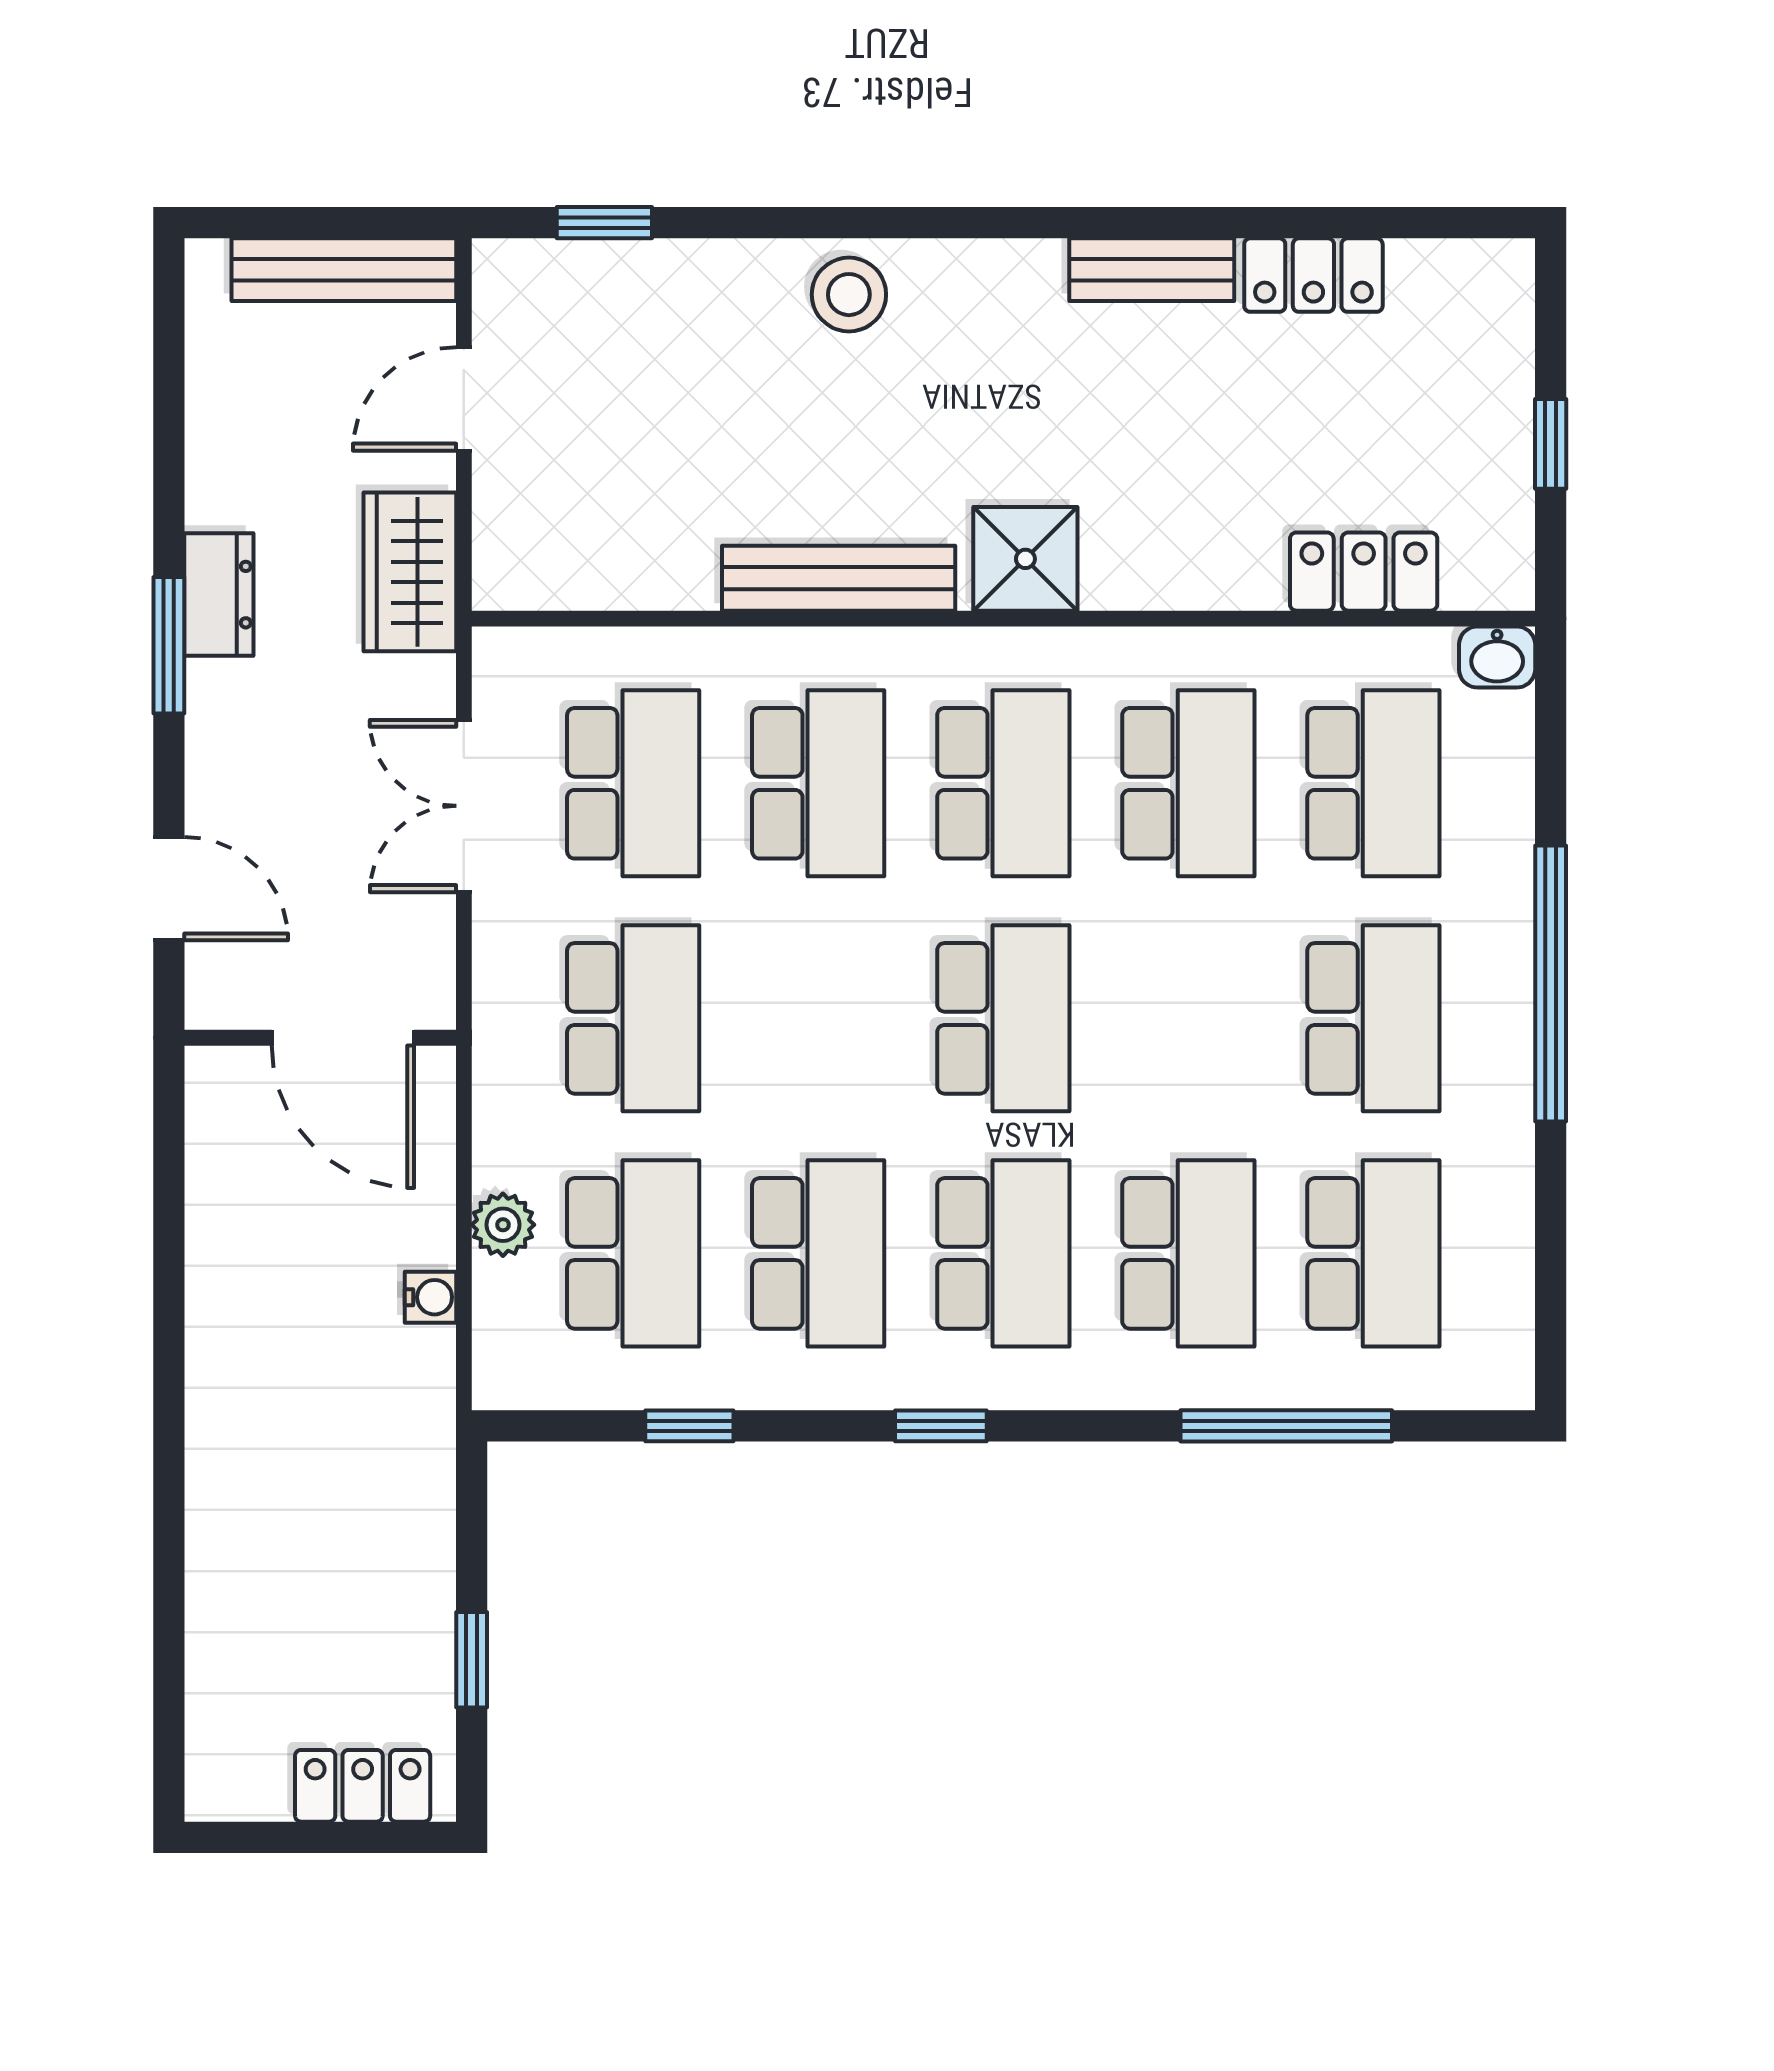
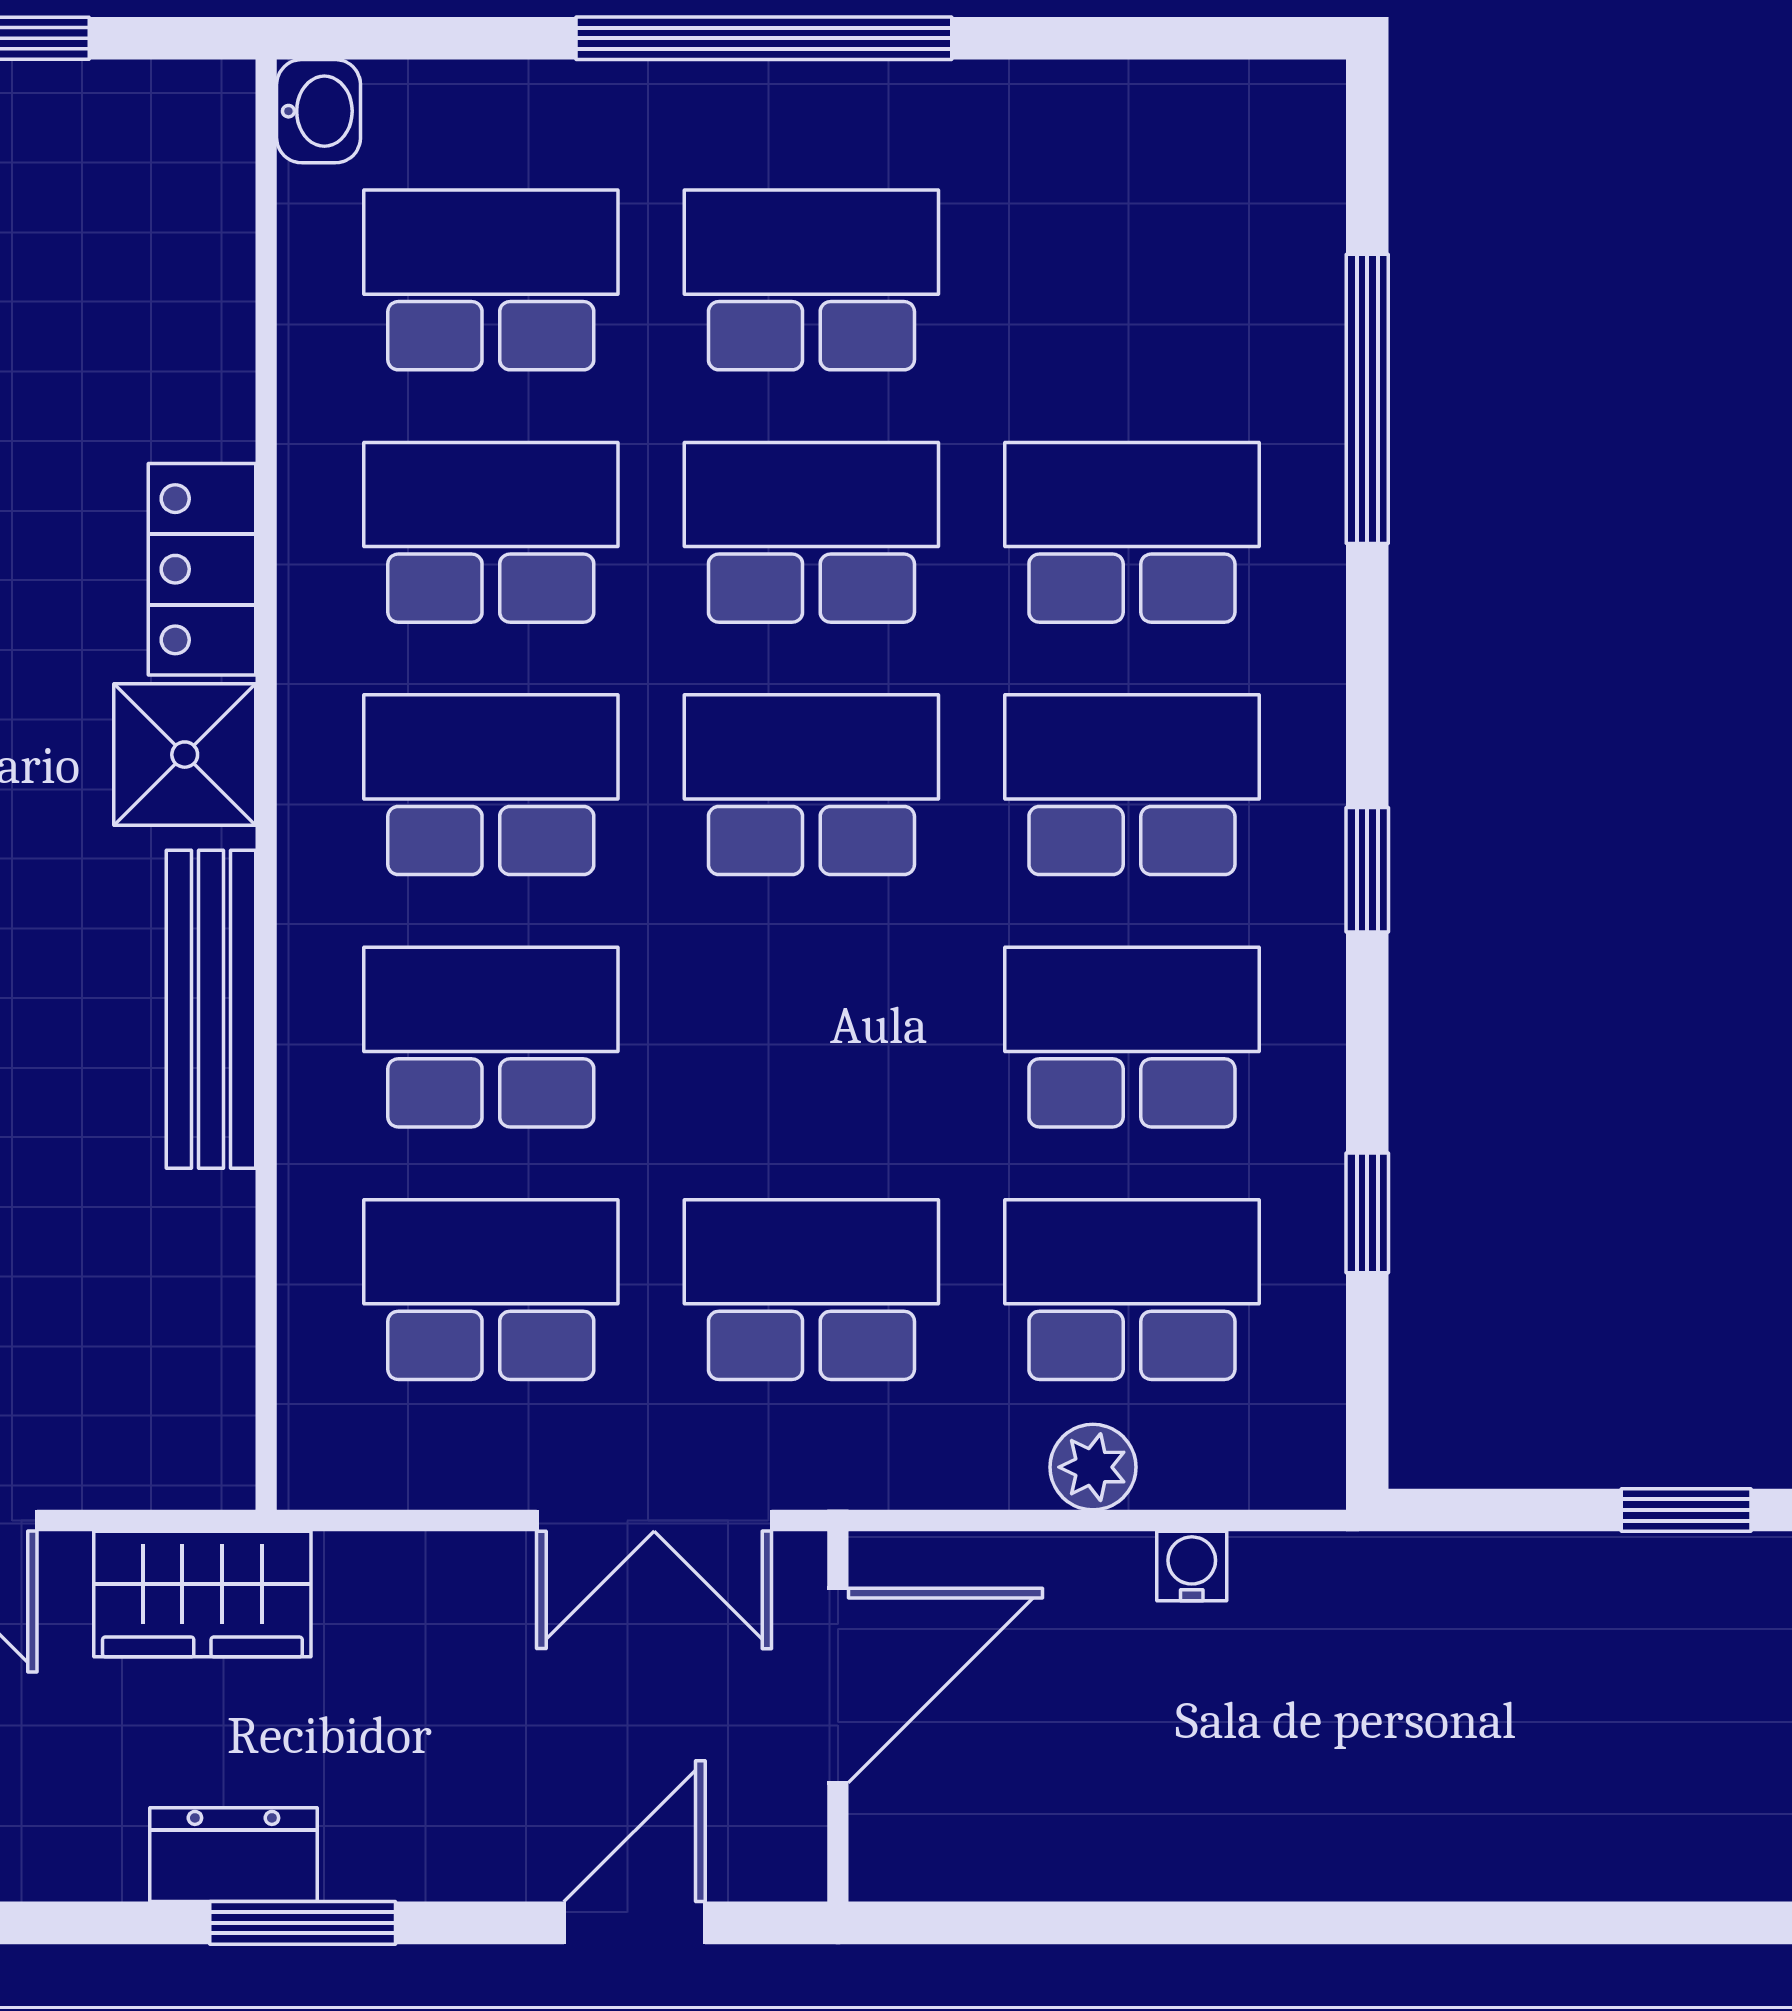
locker: (1364, 572) -> (202, 569), moved
double door: (464, 806) -> (654, 1521), moved
school desk: (1373, 1253) -> (811, 532), moved

